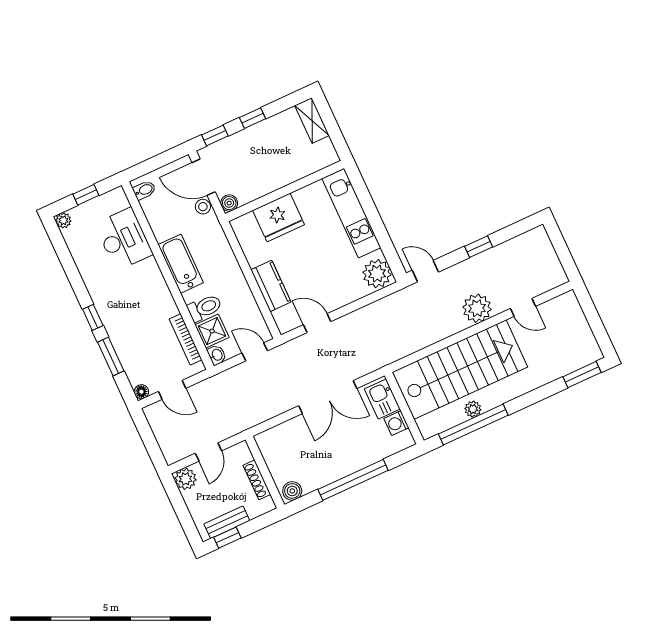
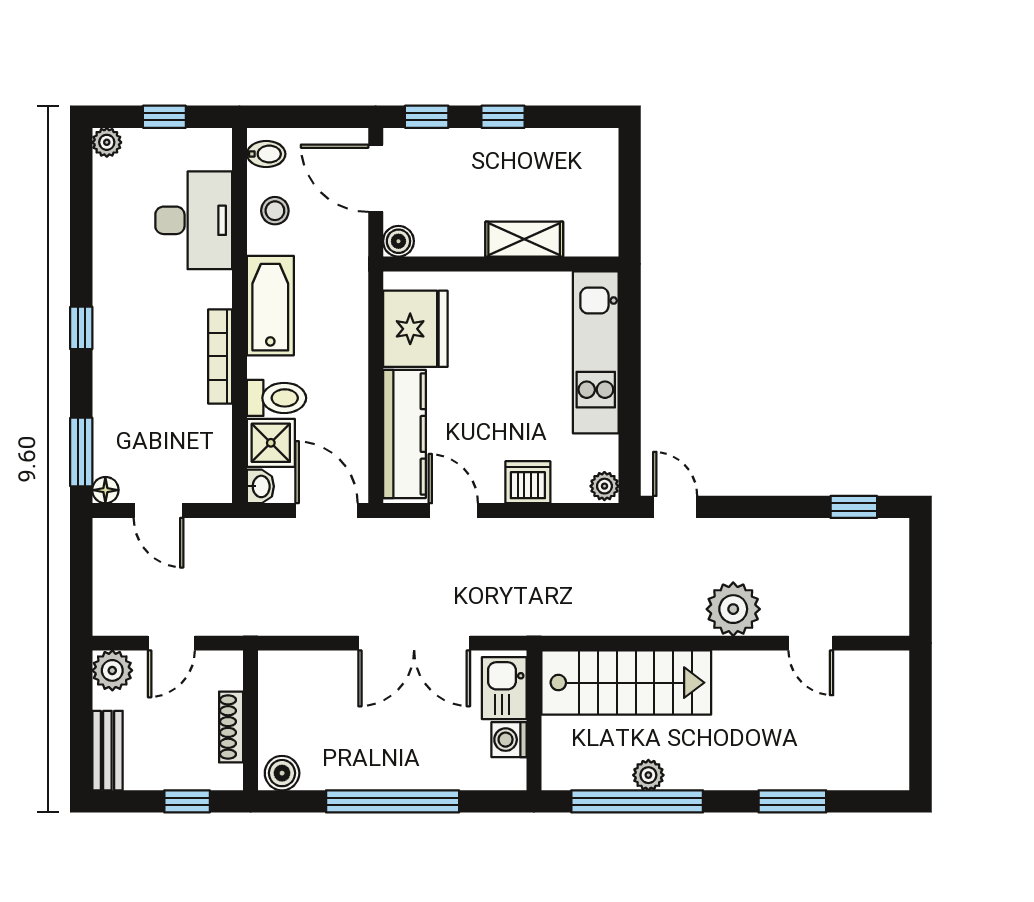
shelving: (312, 120) -> (524, 239), moved, turned 90
stool: (203, 207) -> (275, 211), moved
fridge: (279, 217) -> (415, 329), moved, turned -90
window: (479, 247) -> (854, 507), moved
plant: (377, 274) -> (604, 486), width x0.53, depth x0.53
kitchen counter: (271, 286) -> (404, 434), width x1.50
dishwasher: (347, 292) -> (528, 482), added
bookcase: (186, 339) -> (220, 356), moved
door: (255, 352) -> (327, 511), width x1.38
window: (111, 357) -> (81, 452), moved
stairs: (460, 370) -> (626, 683), width x0.73, depth x0.66
window: (582, 375) -> (792, 801), moved
bench: (227, 522) -> (107, 751), moved, turned 90
window: (227, 538) -> (187, 801), moved

